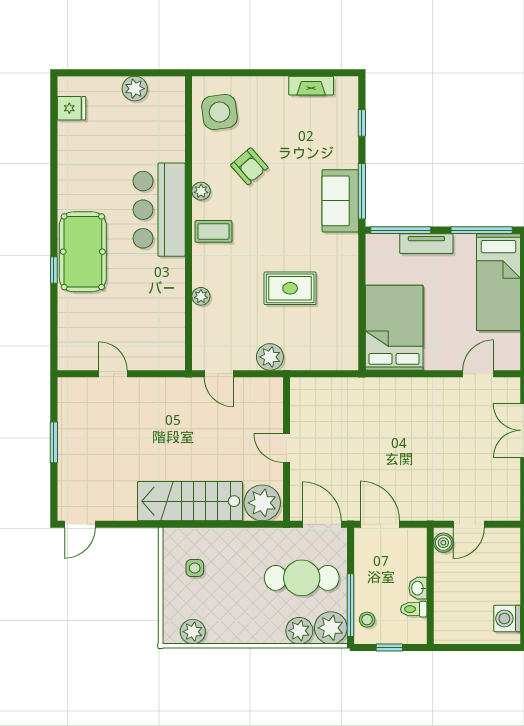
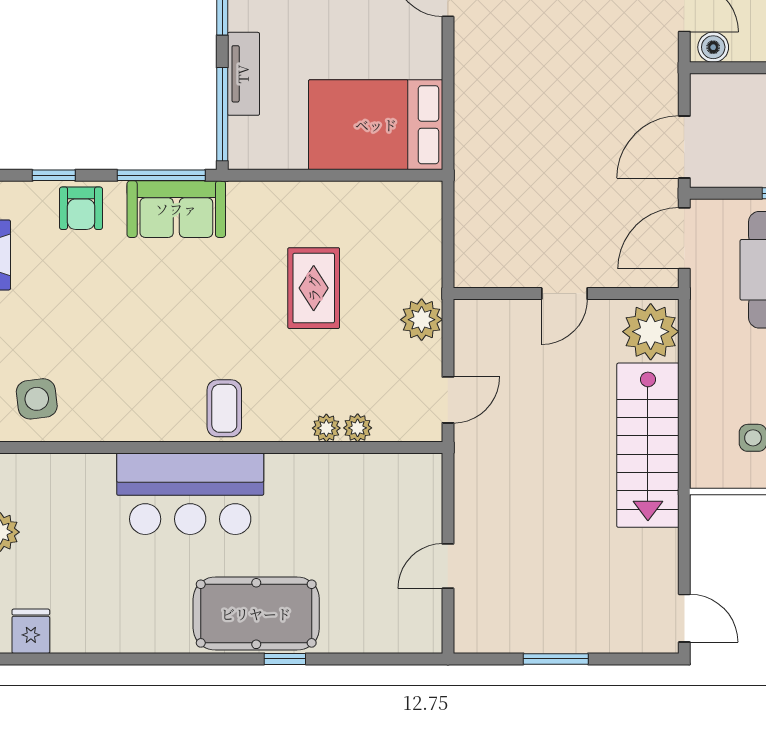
side table: (220, 112) -> (37, 399), width x0.73, depth x0.73
armchair: (249, 166) -> (81, 208), moved, turned 131
plant: (201, 191) -> (358, 428), moved

